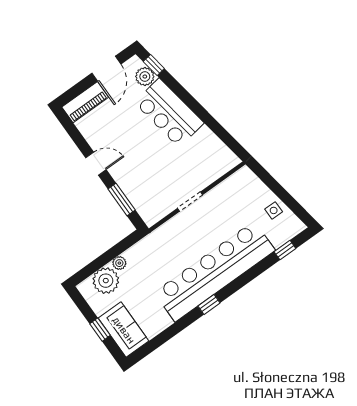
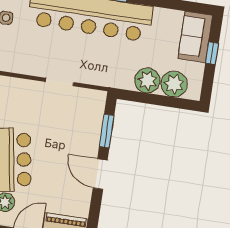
door: (96, 164) -> (100, 174), width x1.38
plant: (119, 263) -> (147, 80), width x1.87, depth x1.87

